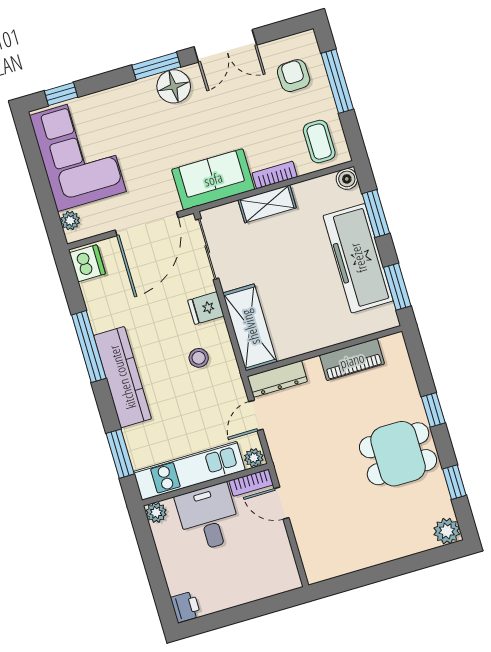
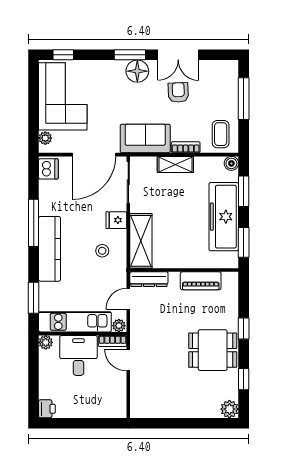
armchair: (294, 76) -> (178, 92), moved

